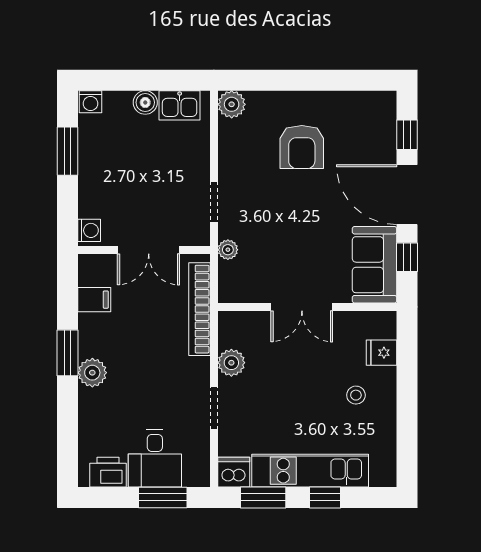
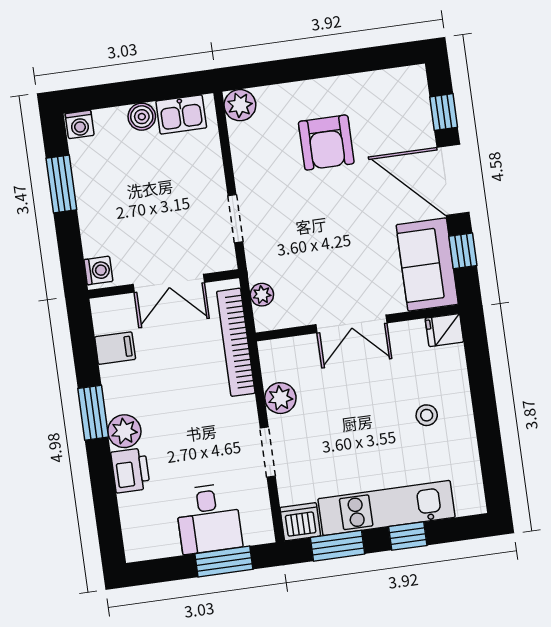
plant: (228, 250) -> (262, 295), moved
fridge: (381, 353) -> (444, 330), moved
printer: (108, 472) -> (130, 470), moved, turned 90

